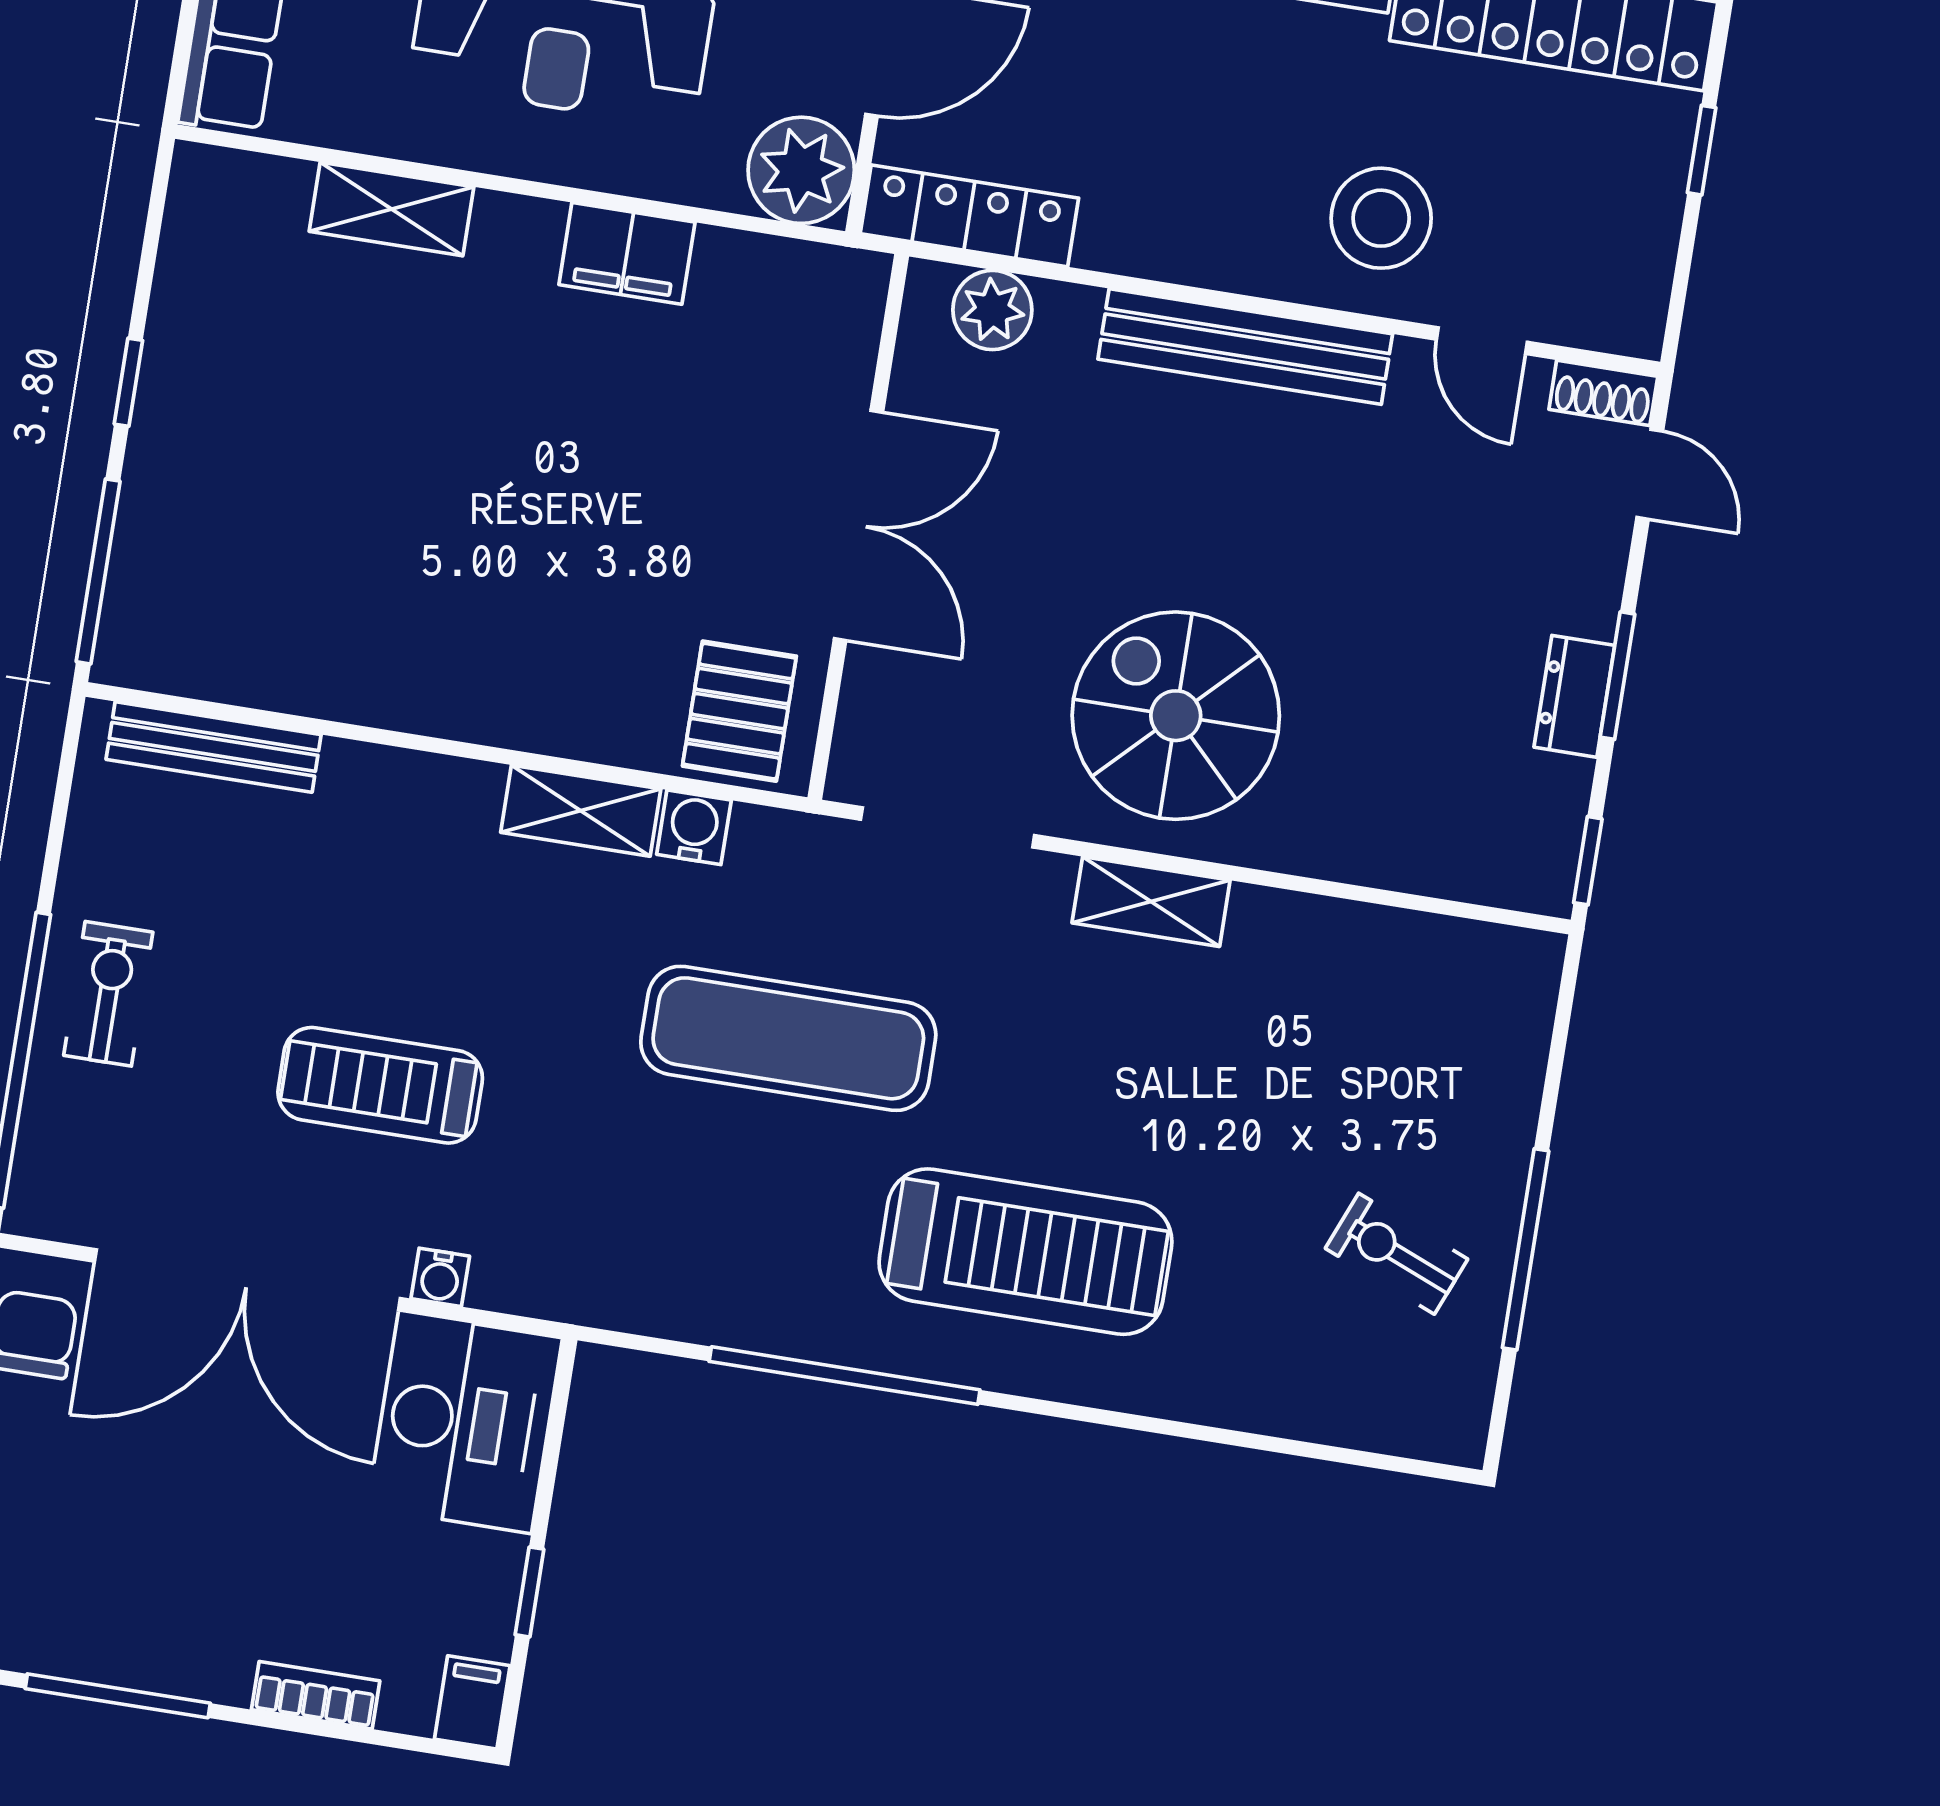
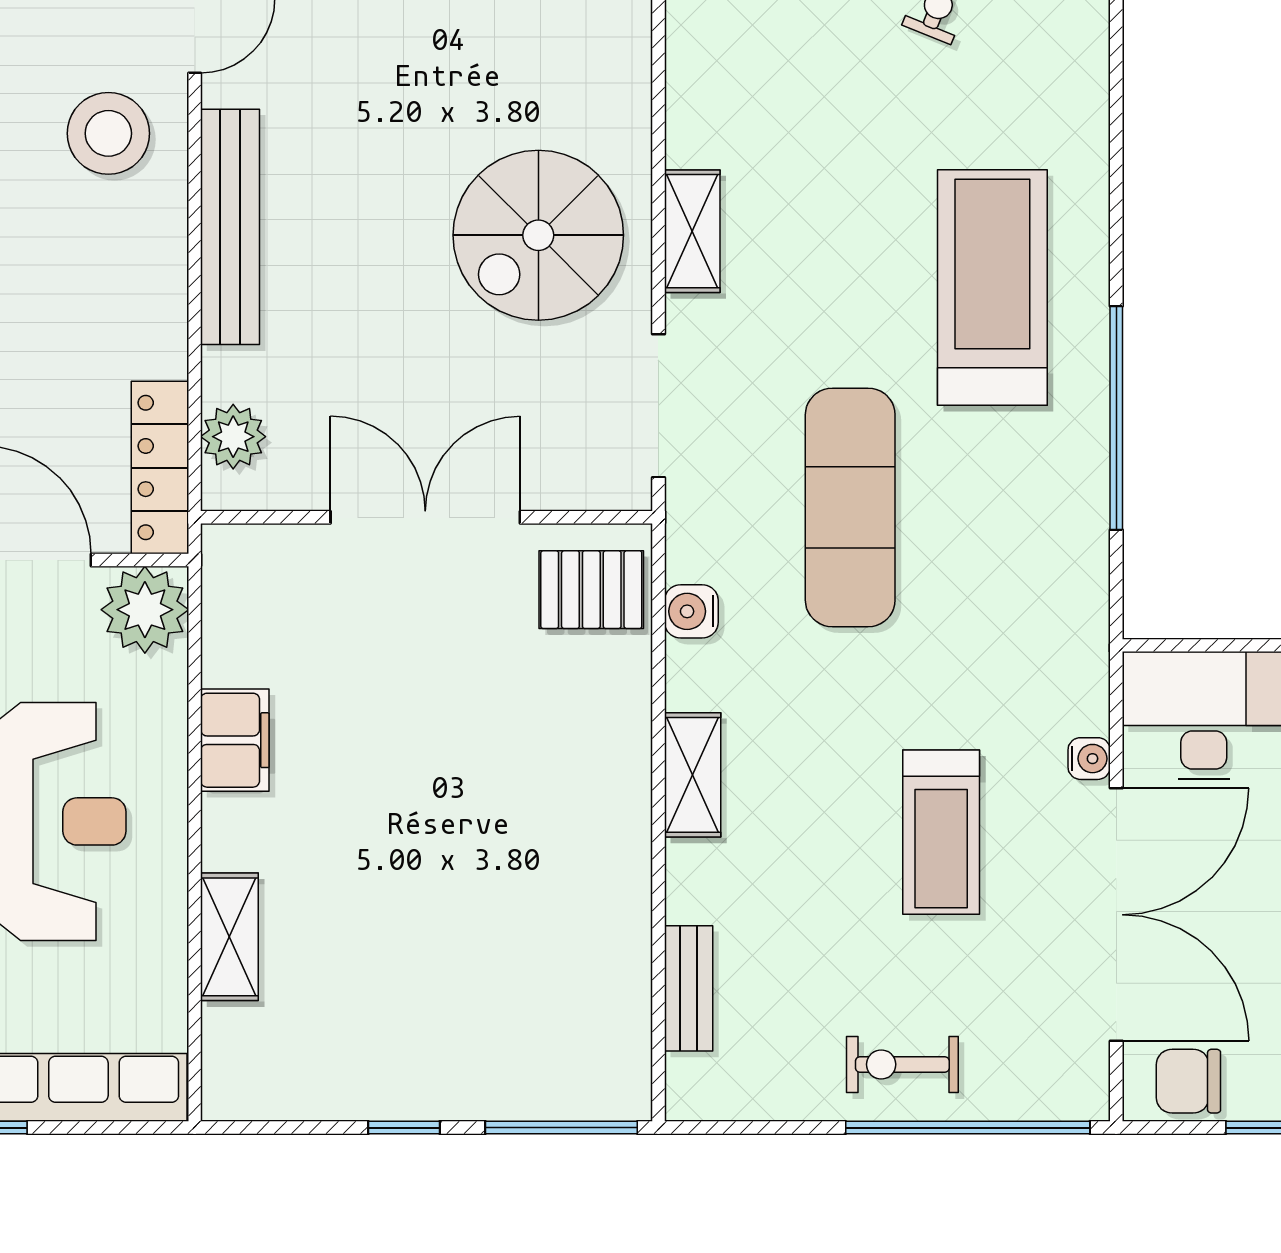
bench: (214, 747) -> (689, 988), width x0.73
shelving: (581, 811) -> (693, 775), moved

